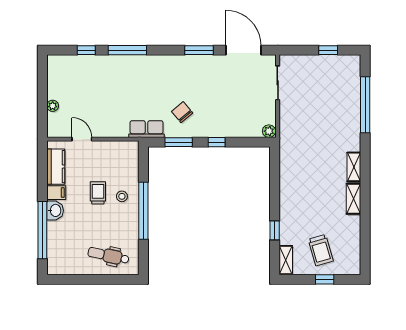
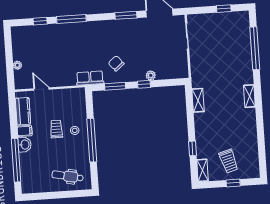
plant: (269, 131) -> (151, 75), moved
shelving: (354, 199) -> (198, 100), moved

